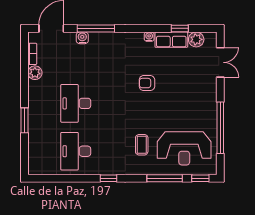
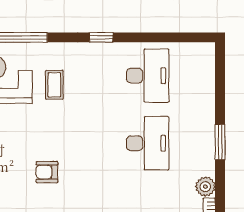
armchair: (147, 83) -> (47, 172), turned 180
window: (25, 120) -> (220, 142), moved

